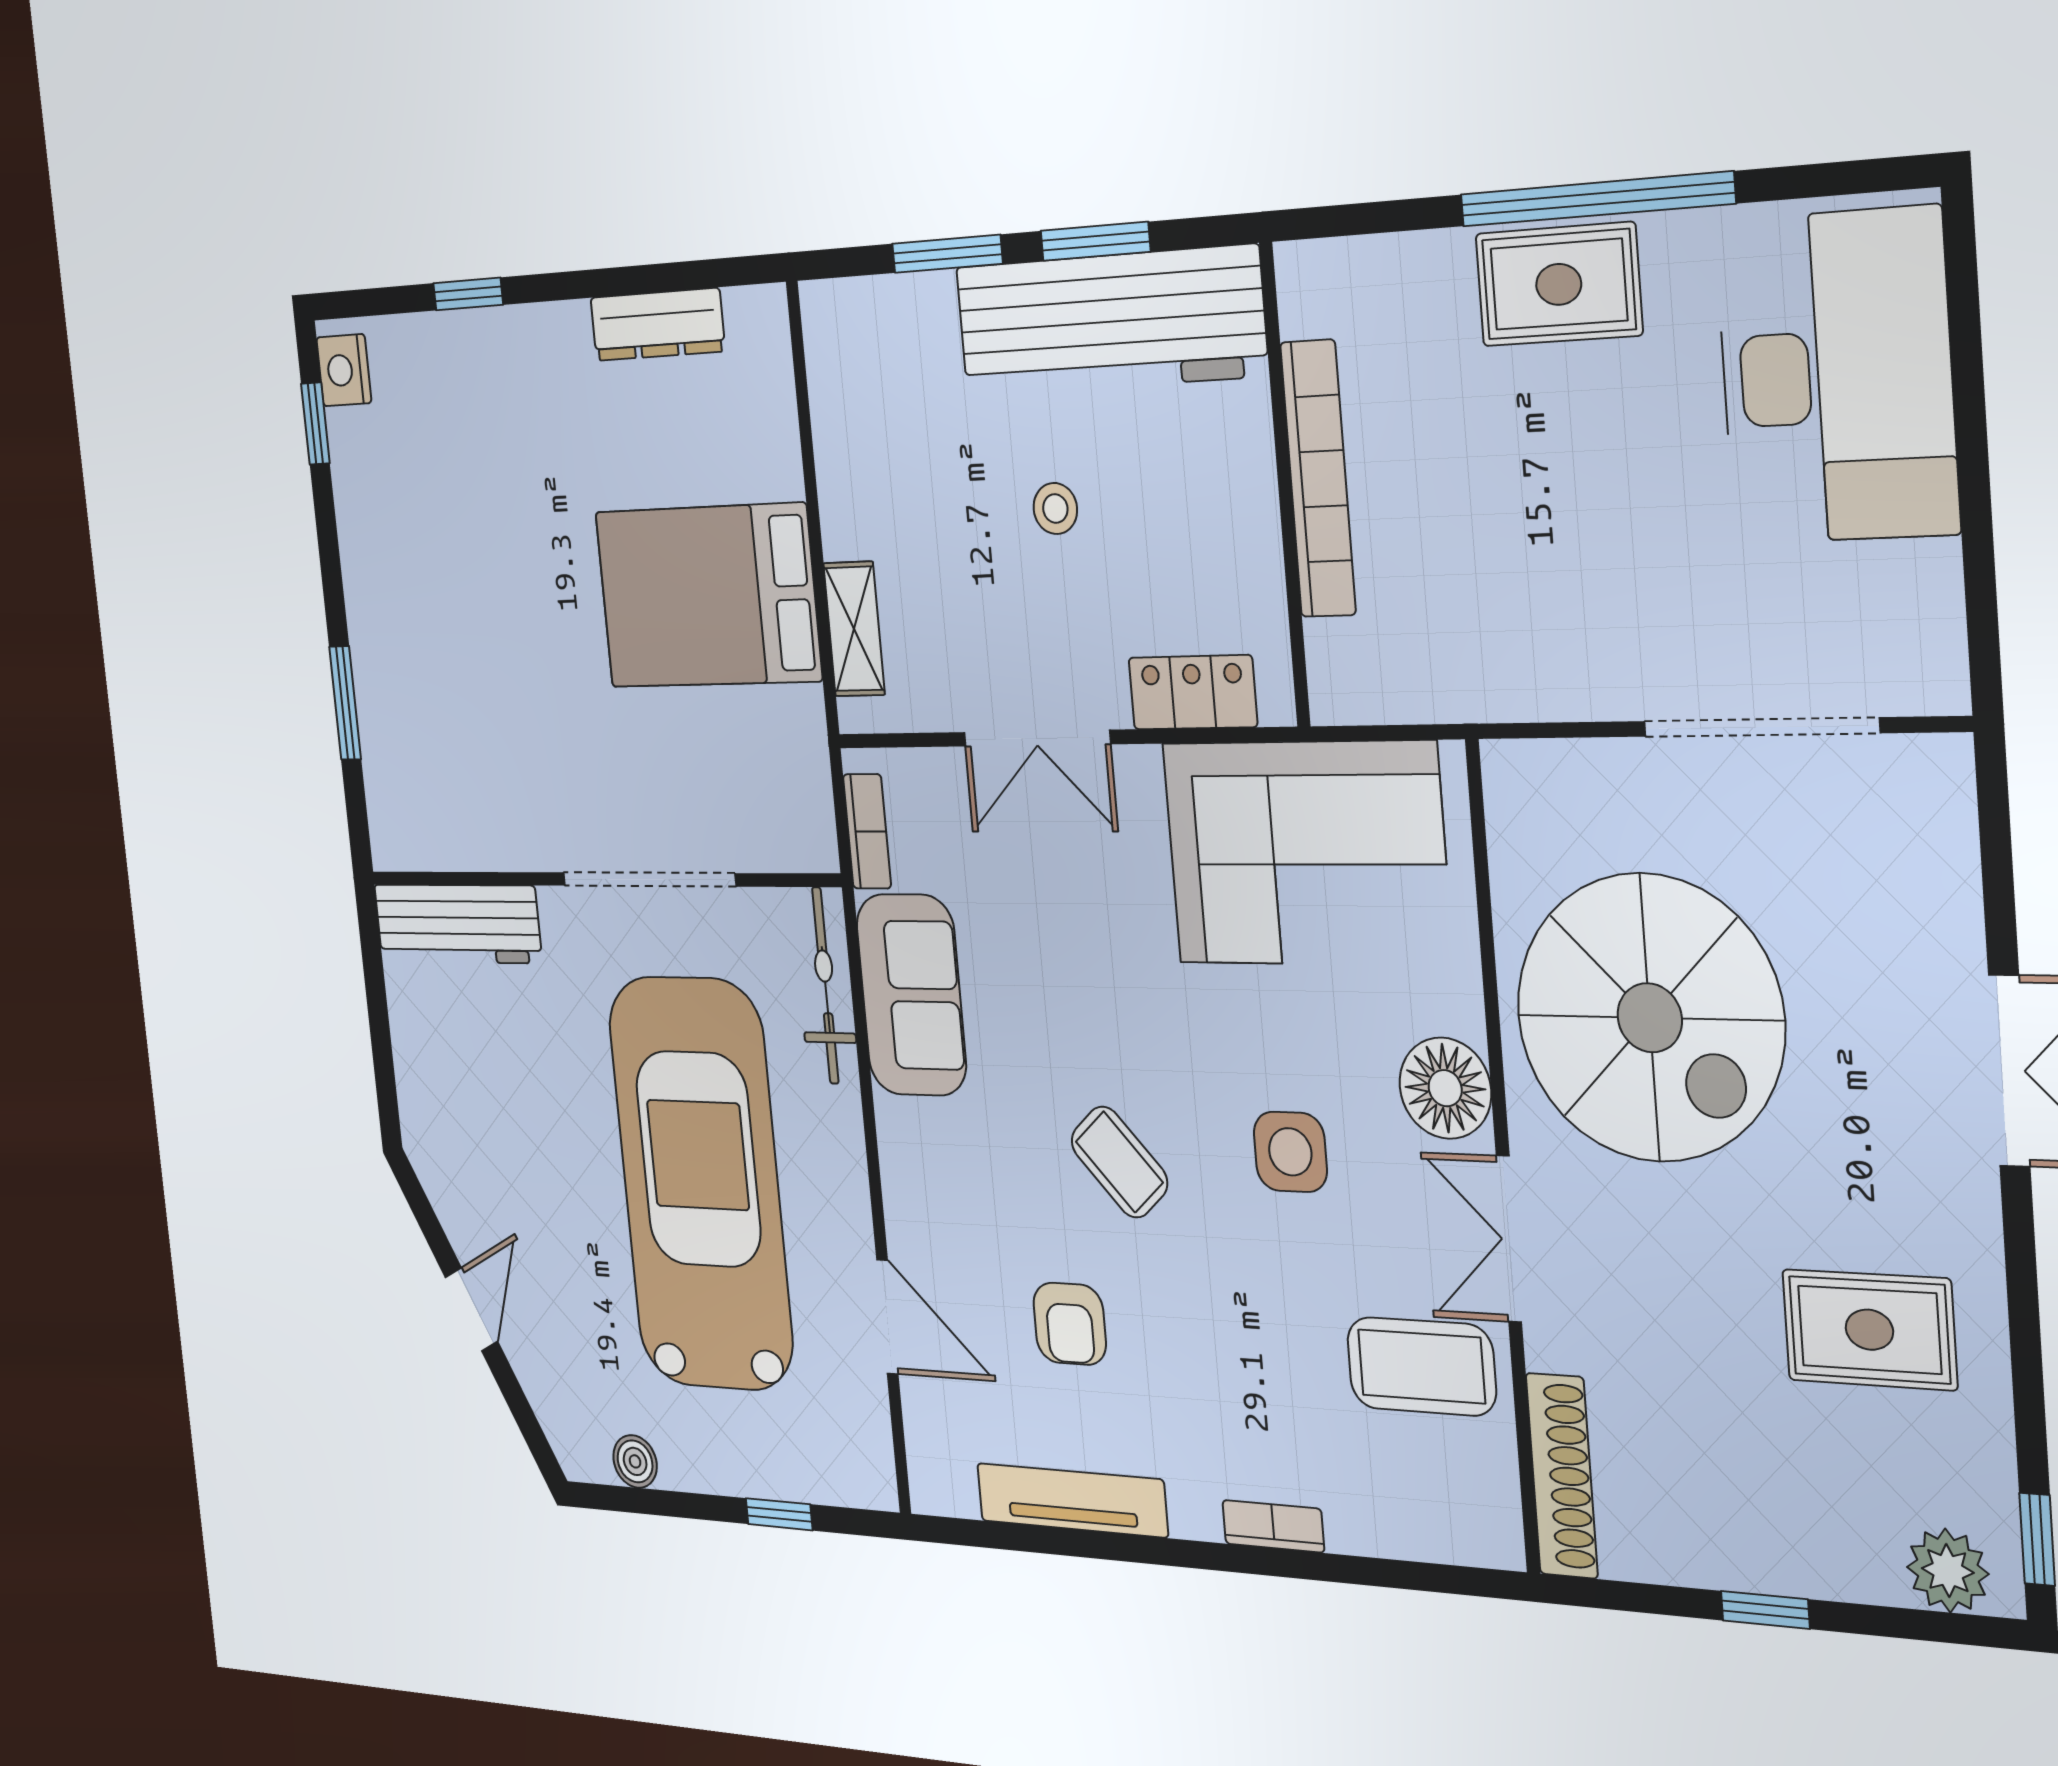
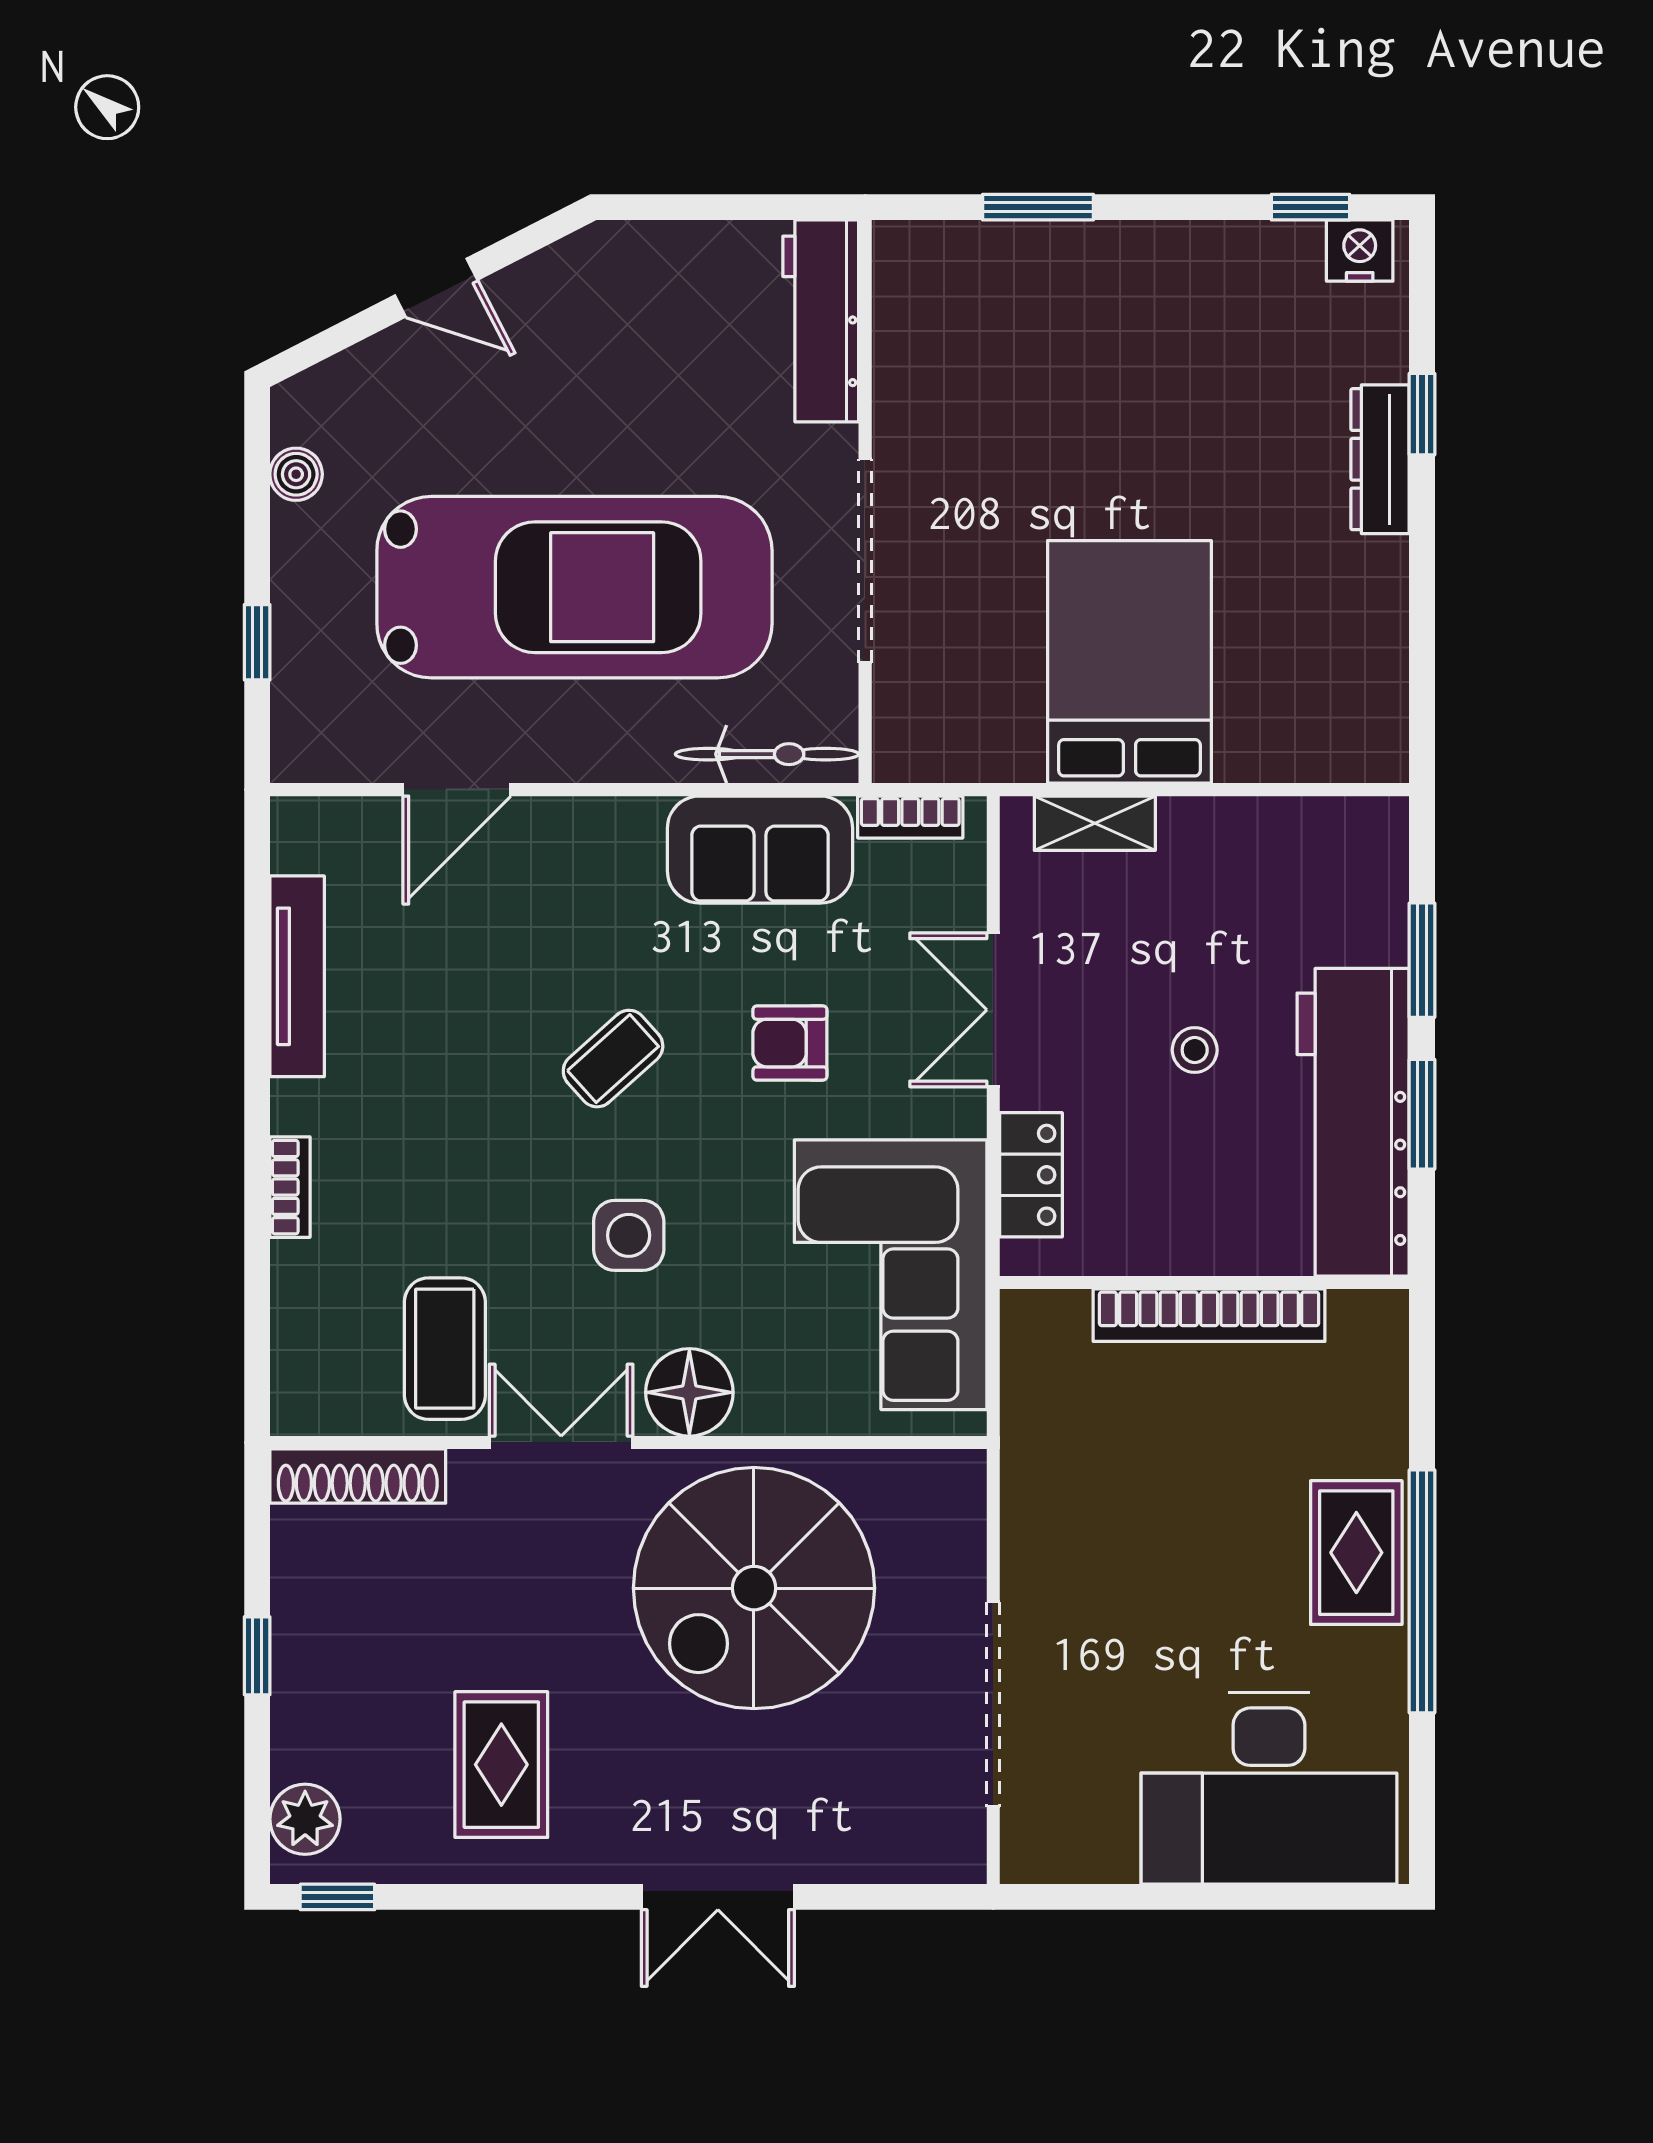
dresser: (657, 324) -> (1380, 459), moved
armchair: (1070, 1324) -> (790, 1043), moved

